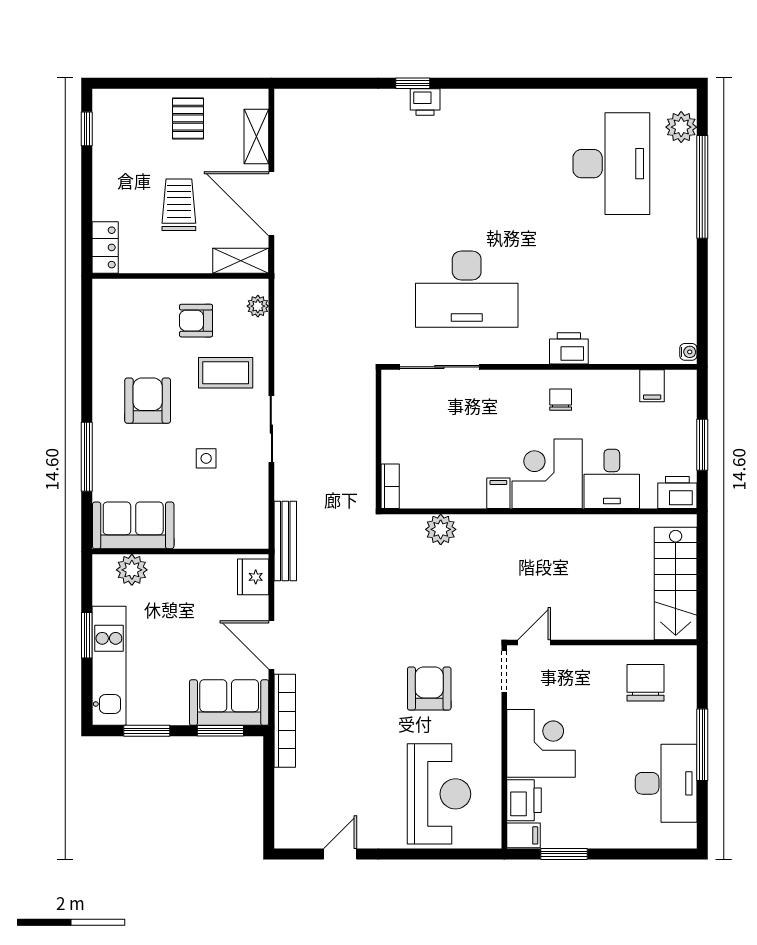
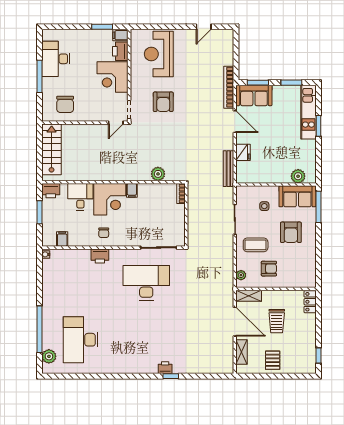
sofa: (133, 525) -> (297, 196), moved
wall: (180, 552) -> (276, 184), moved
plant: (132, 570) -> (298, 176), moved

